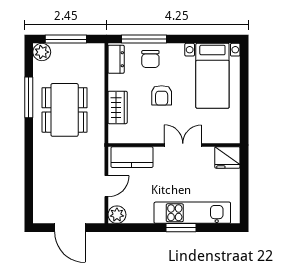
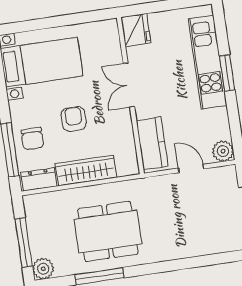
chair: (150, 59) -> (33, 139), turned 90
armchair: (162, 95) -> (74, 119), turned -90
wardrobe: (118, 107) -> (86, 171), width x1.50

